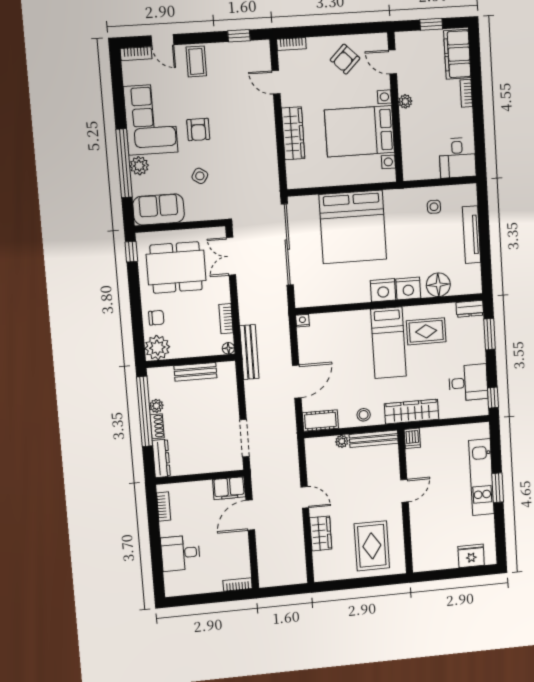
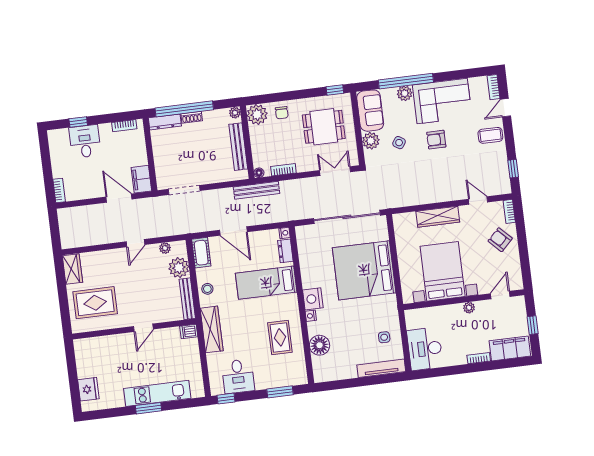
armchair: (345, 59) -> (500, 240), moved
door: (276, 82) -> (478, 201), hinge flipped
desk: (457, 158) -> (425, 349), width x1.37
plant: (196, 211) -> (371, 141), added
tv unit: (472, 235) -> (381, 368), moved
dining table: (176, 267) -> (324, 127), width x0.73
nightstand: (408, 289) -> (311, 316), width x0.53, depth x0.56
dresser: (470, 309) -> (285, 251), moved
bed: (389, 343) -> (266, 283), moved
bench: (195, 372) -> (238, 147), width x1.36
plant: (156, 406) -> (235, 113), moved
window: (145, 411) -> (184, 109), moved
plant: (342, 441) -> (179, 268), width x1.87, depth x1.87
plant: (313, 463) -> (165, 248), added
door: (404, 491) -> (143, 328), hinge flipped
wardrobe: (321, 533) -> (72, 269), moved, turned -90
window: (157, 560) -> (78, 122), added

